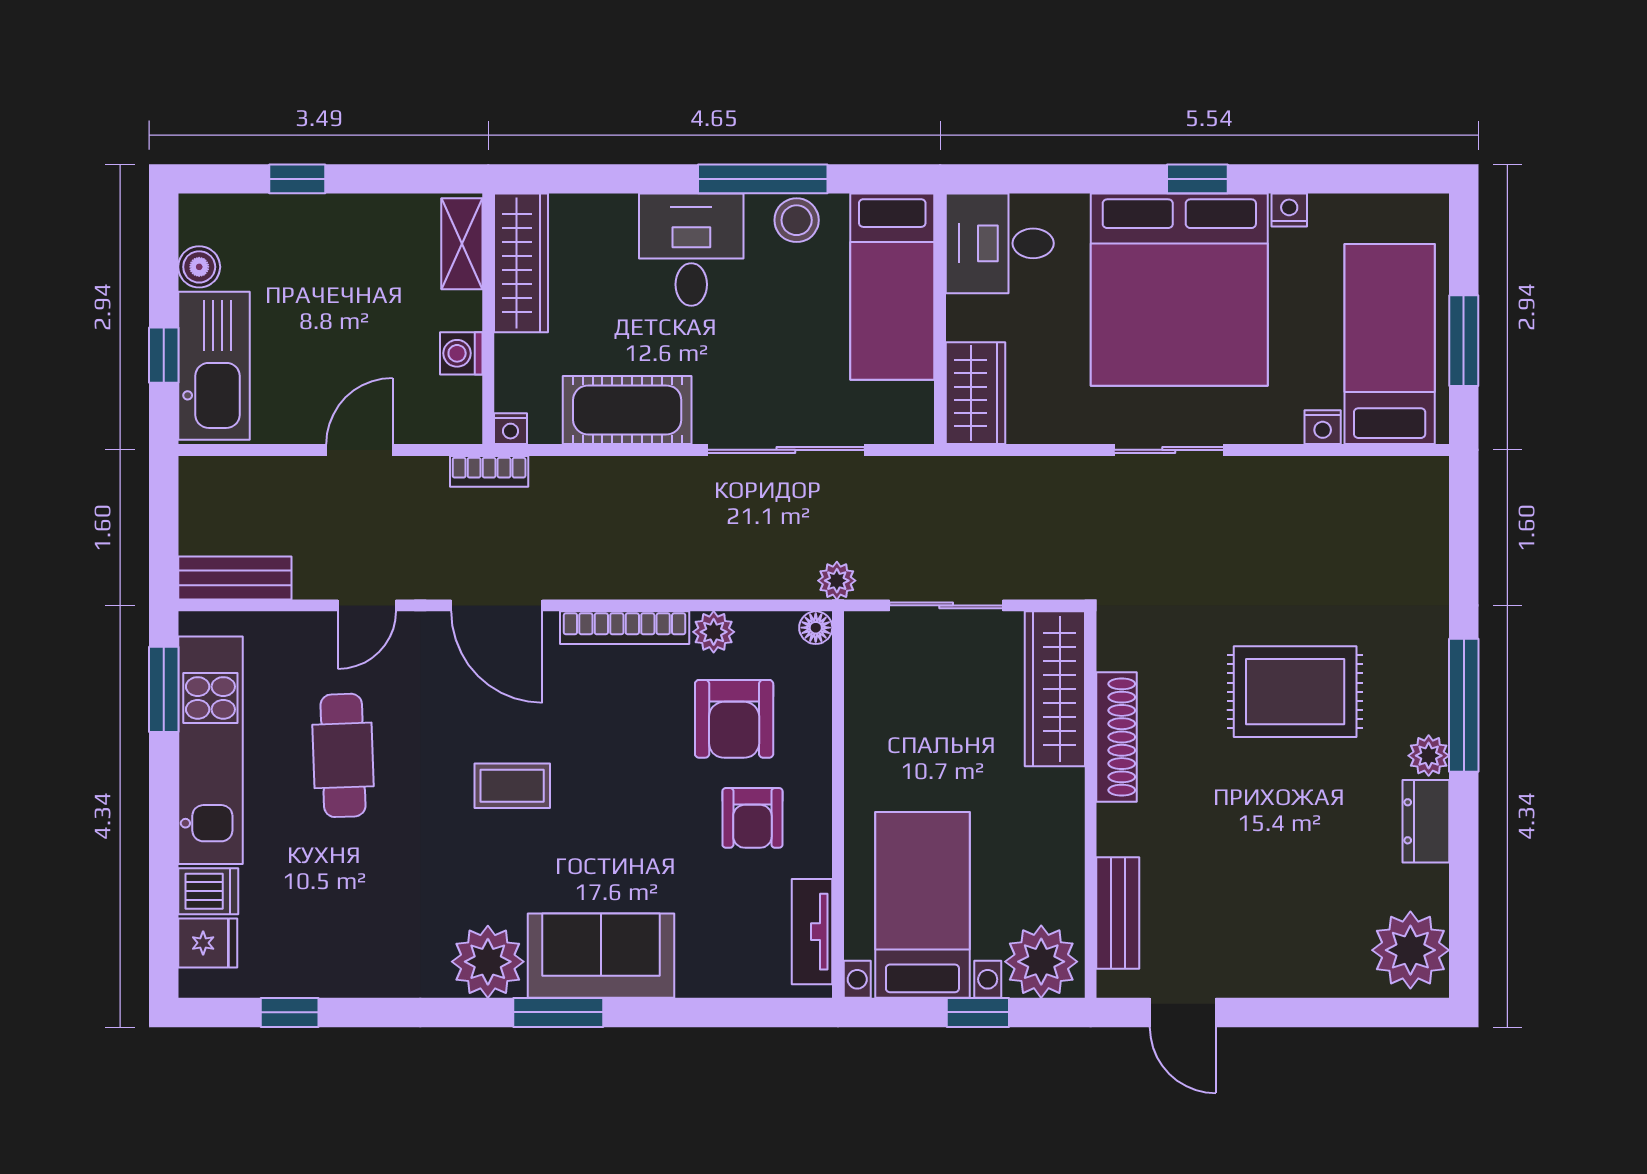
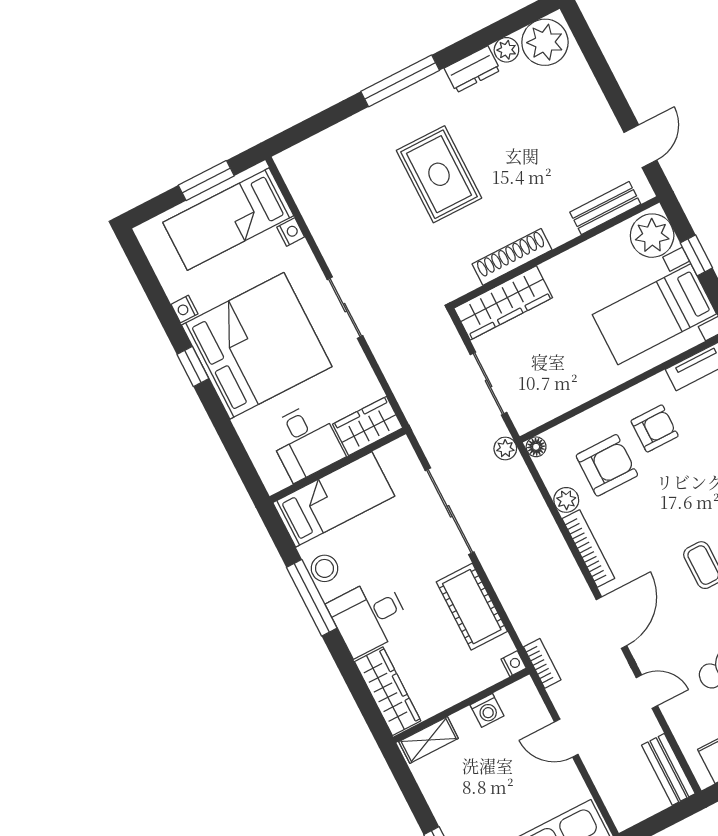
desk: (1000, 243) -> (305, 442), moved
wardrobe: (521, 263) -> (388, 691), moved, turned 90
plant: (1429, 756) -> (506, 50), moved

